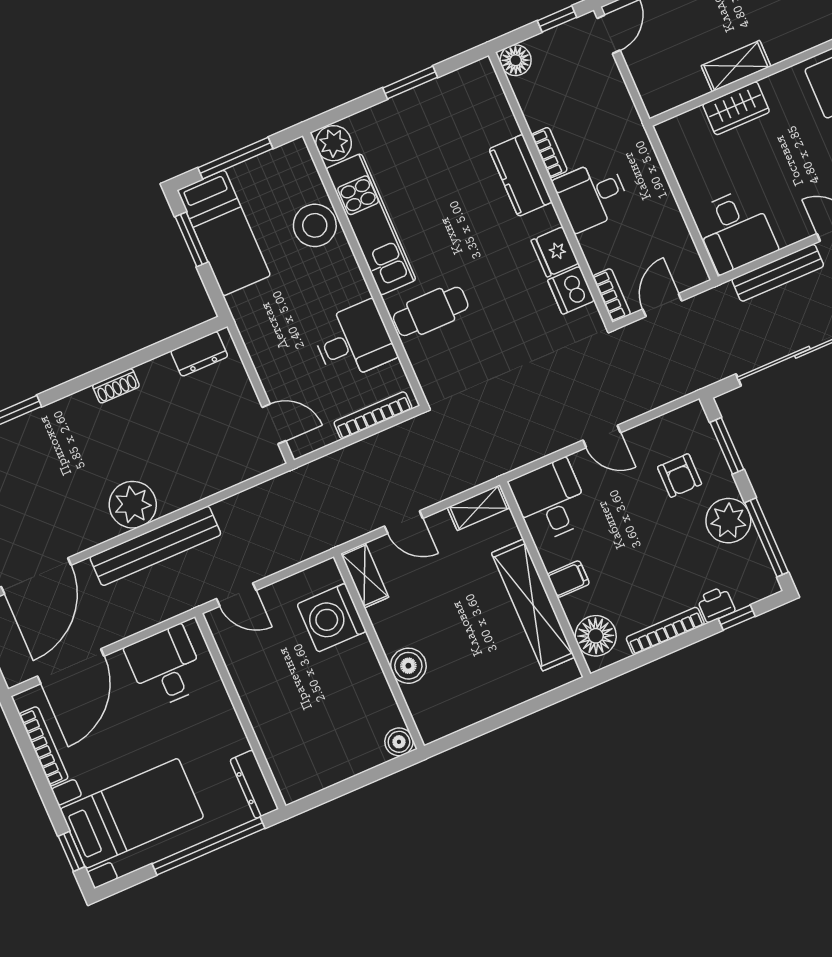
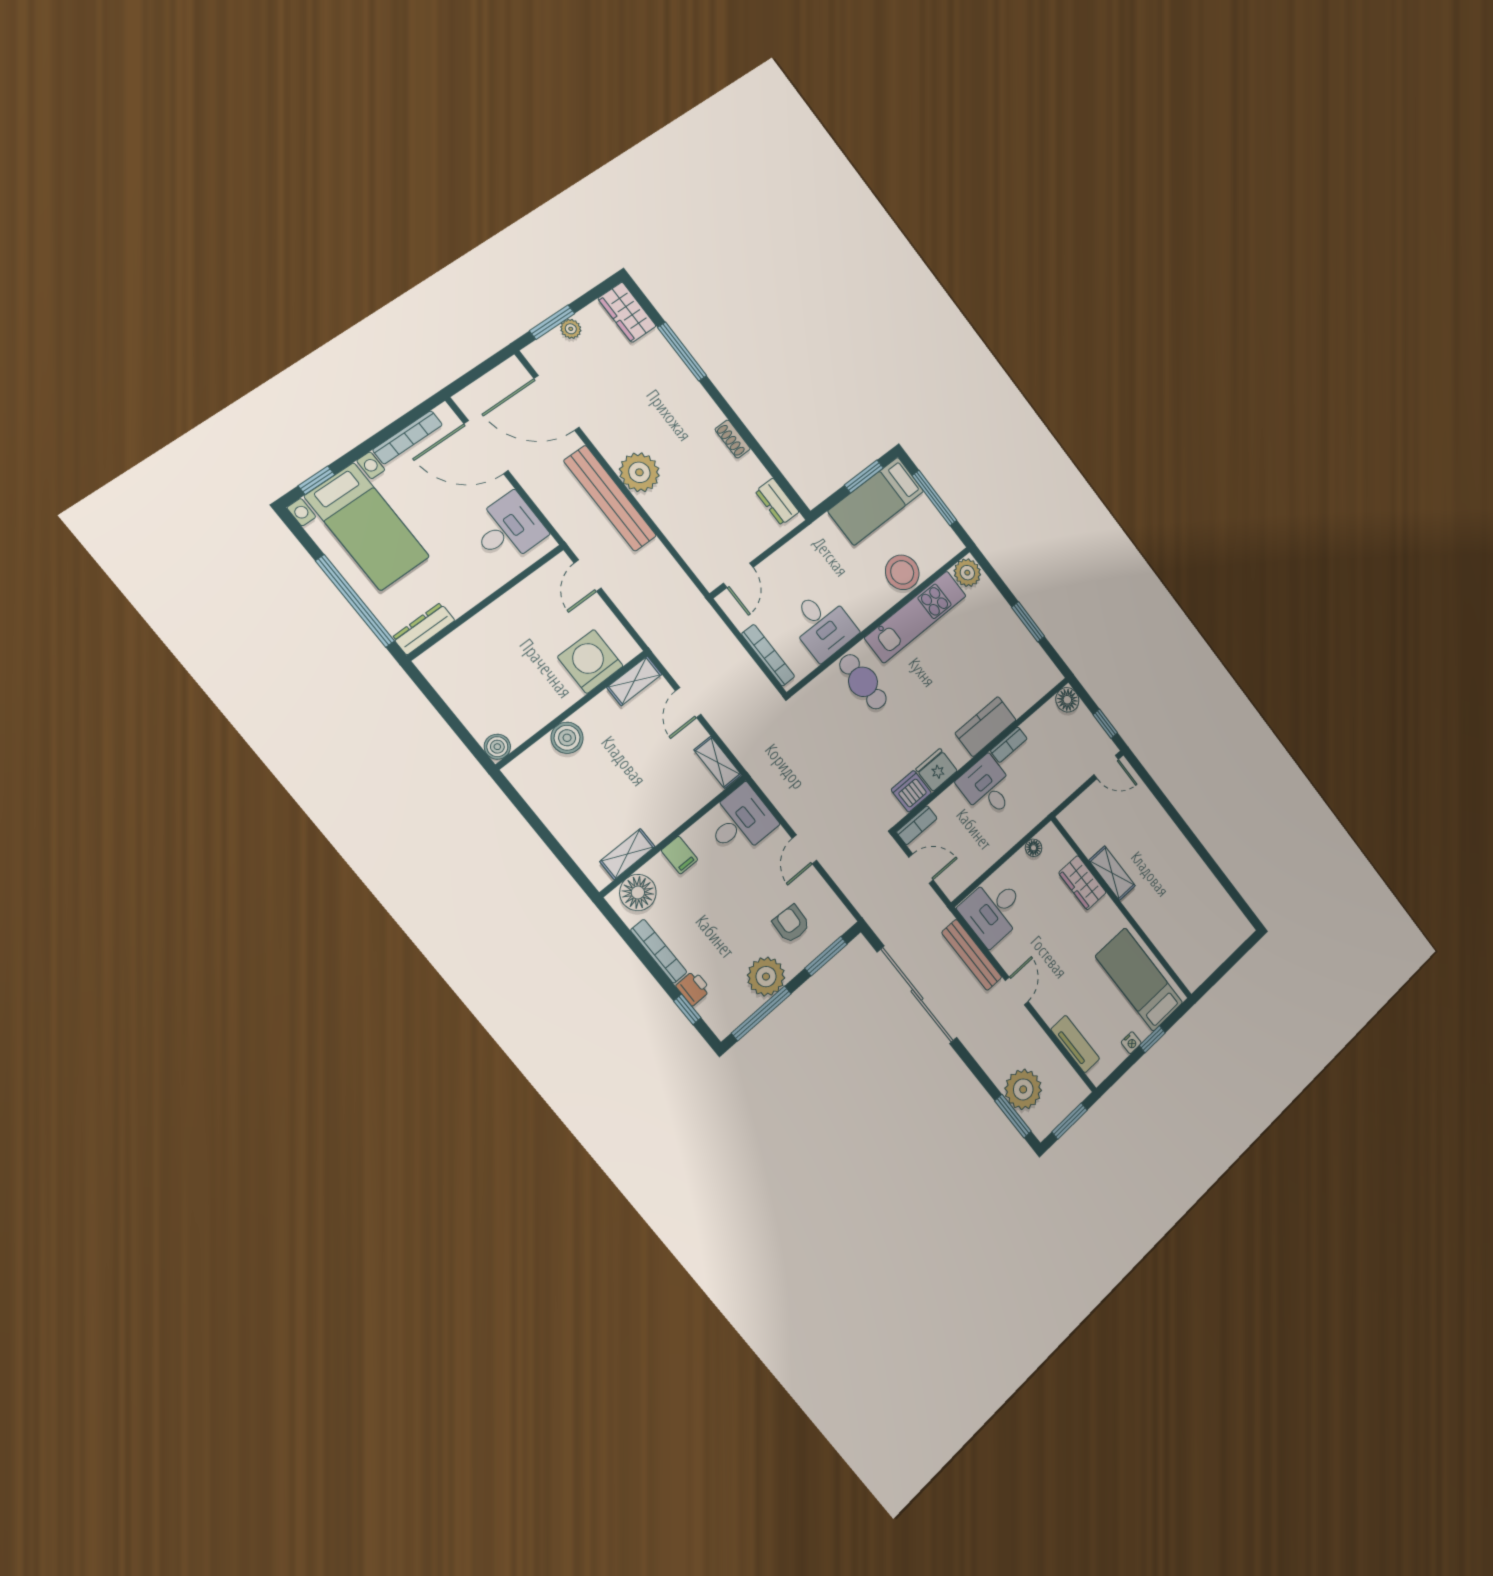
floor lamp: (678, 158) -> (1034, 848), added
armchair: (680, 476) -> (791, 924), turned 93
shelving: (533, 605) -> (627, 854), width x0.45, depth x0.75

